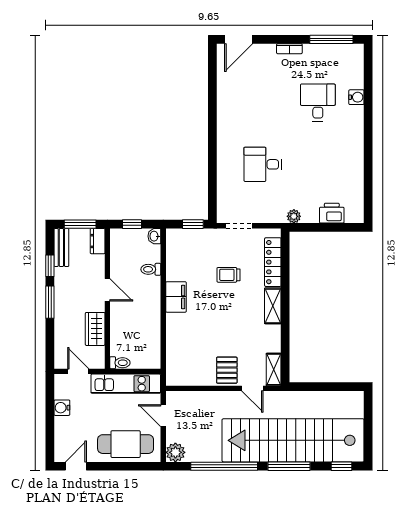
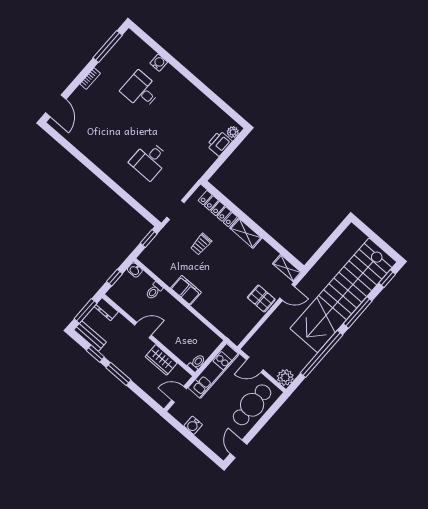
plant: (294, 216) -> (233, 132), moved

